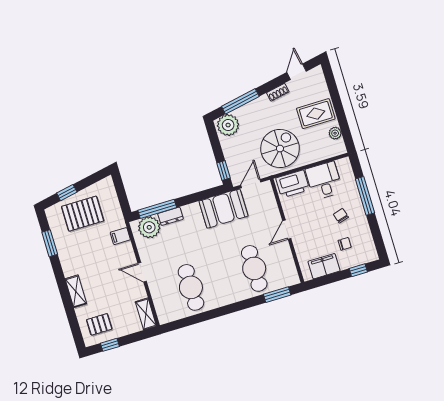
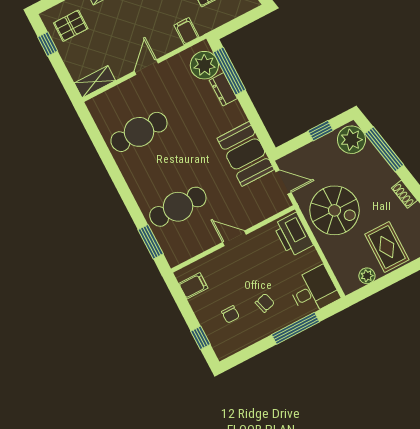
window: (223, 171) -> (321, 131), moved
desk: (324, 181) -> (314, 291), moved
filing cabinet: (324, 266) -> (193, 286), width x0.50
pallet: (99, 324) -> (71, 26), turned 90

